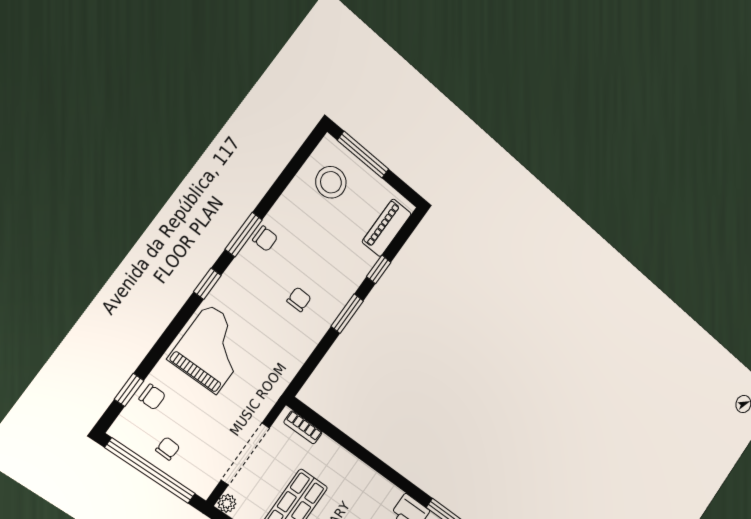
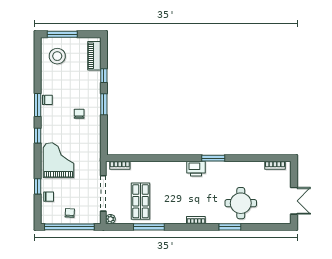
window: (129, 390) -> (38, 186), moved

